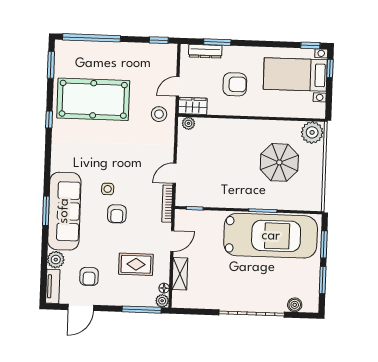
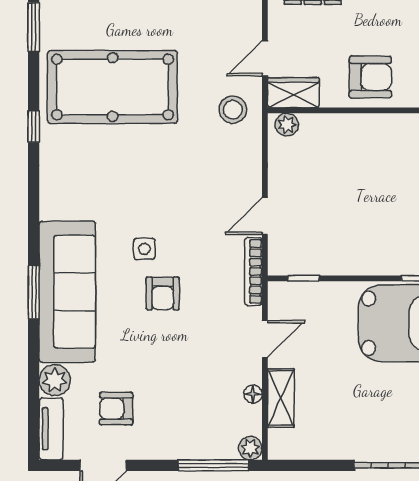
armchair: (235, 84) -> (370, 77), moved
rug: (136, 264) -> (201, 384), removed
armchair: (89, 276) -> (116, 409), turned 90
floor lamp: (164, 288) -> (253, 394), moved

